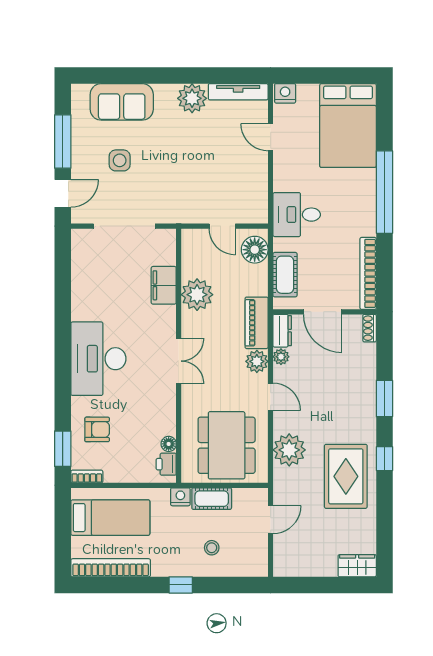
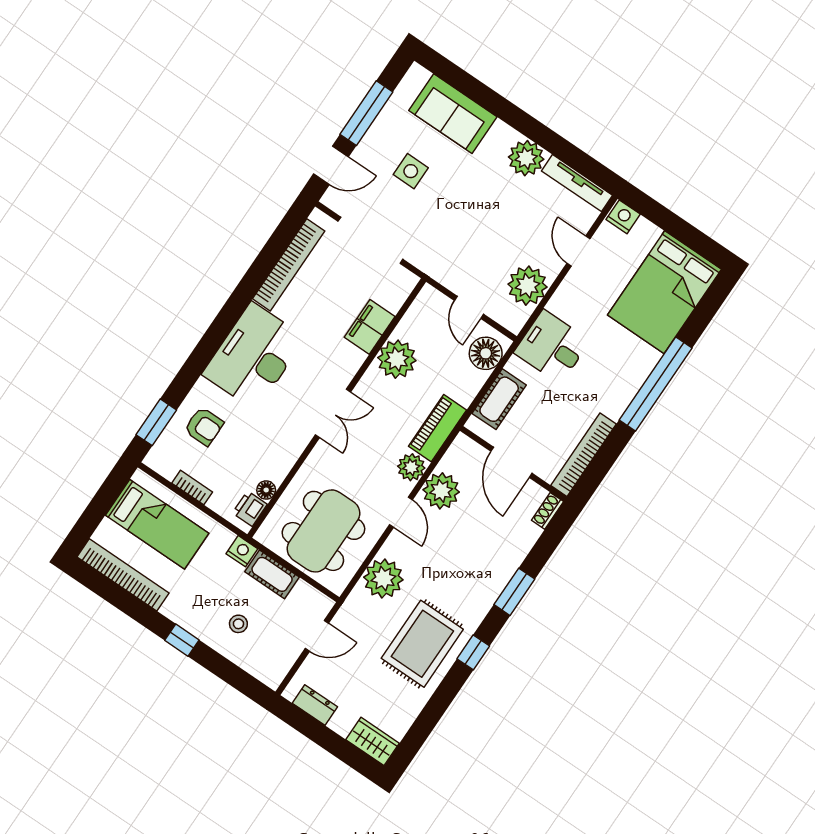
plant: (252, 184) -> (527, 286), added
bookcase: (80, 281) -> (289, 265), added
dresser: (282, 331) -> (315, 705), moved, turned -90
plant: (281, 357) -> (441, 491), width x1.87, depth x1.87
bookcase: (87, 477) -> (192, 488), moved

